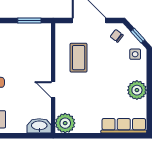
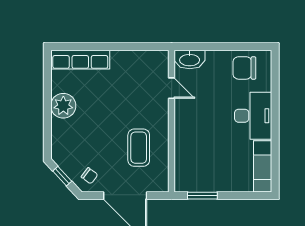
side table: (135, 54) -> (66, 152), removed
door: (53, 90) -> (172, 88), moved
plant: (65, 123) -> (156, 63), removed

